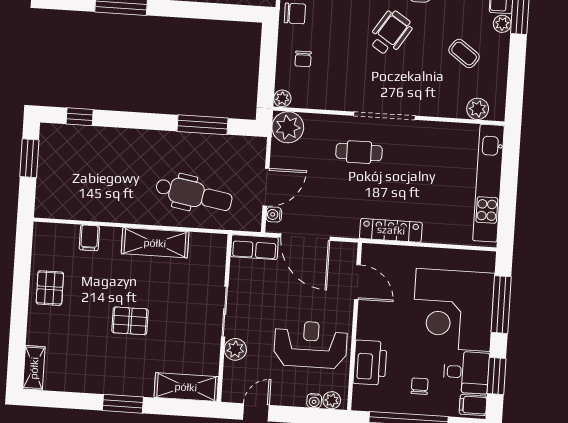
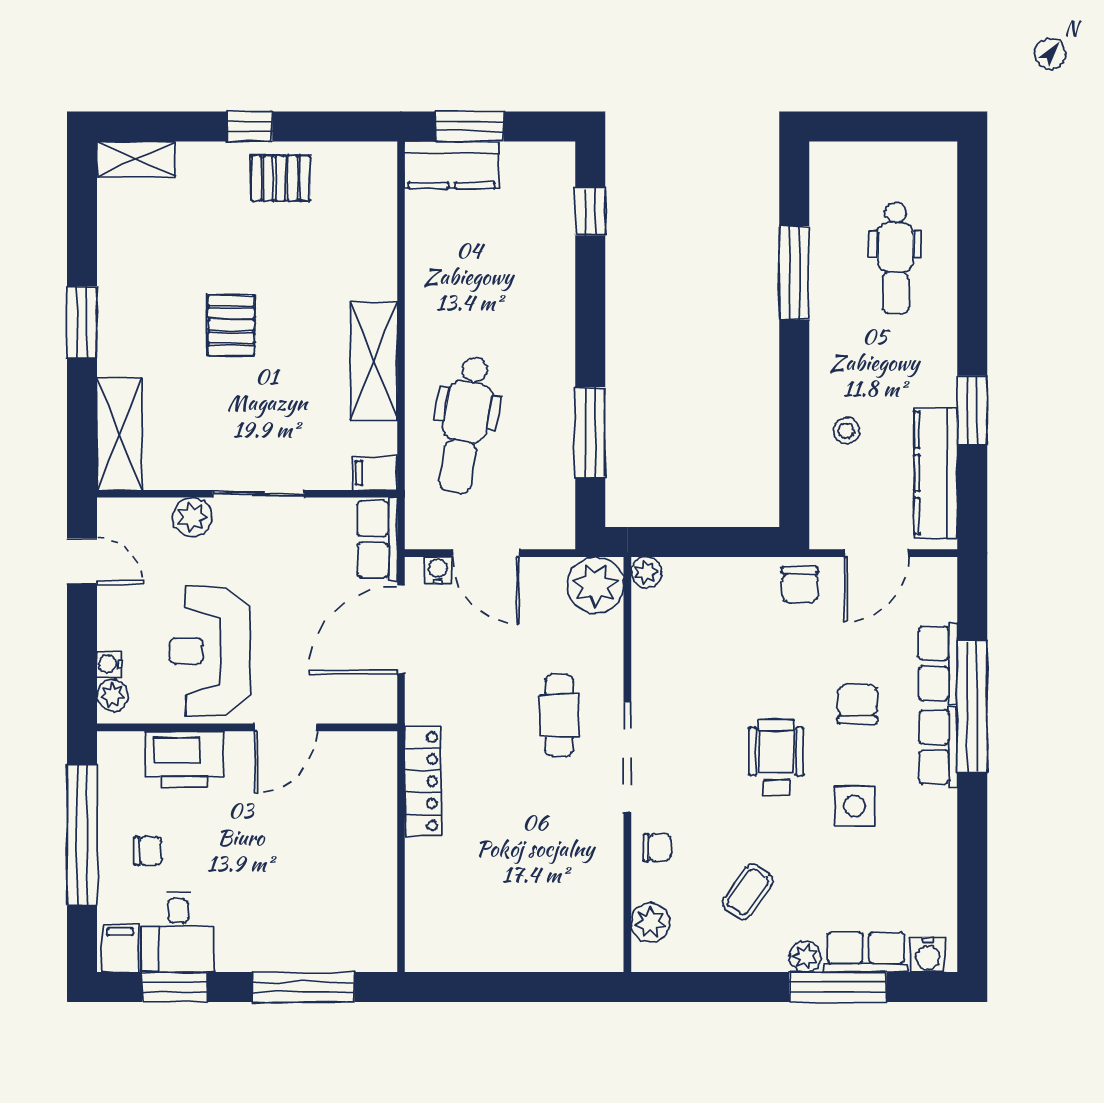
wheelchair: (390, 33) -> (776, 758), turned -123
chair: (303, 59) -> (657, 847), moved, turned 180
window: (29, 158) -> (469, 127), moved
kitchen unit: (489, 183) -> (519, 951), removed
kitchen counter: (48, 192) -> (452, 165), added
filing cabinet: (89, 238) -> (375, 473), moved
door: (357, 282) -> (286, 727), moved
window: (20, 303) -> (250, 127), added
corner desk: (453, 310) -> (288, 902), removed
reception desk: (311, 344) -> (210, 651), turned 180

